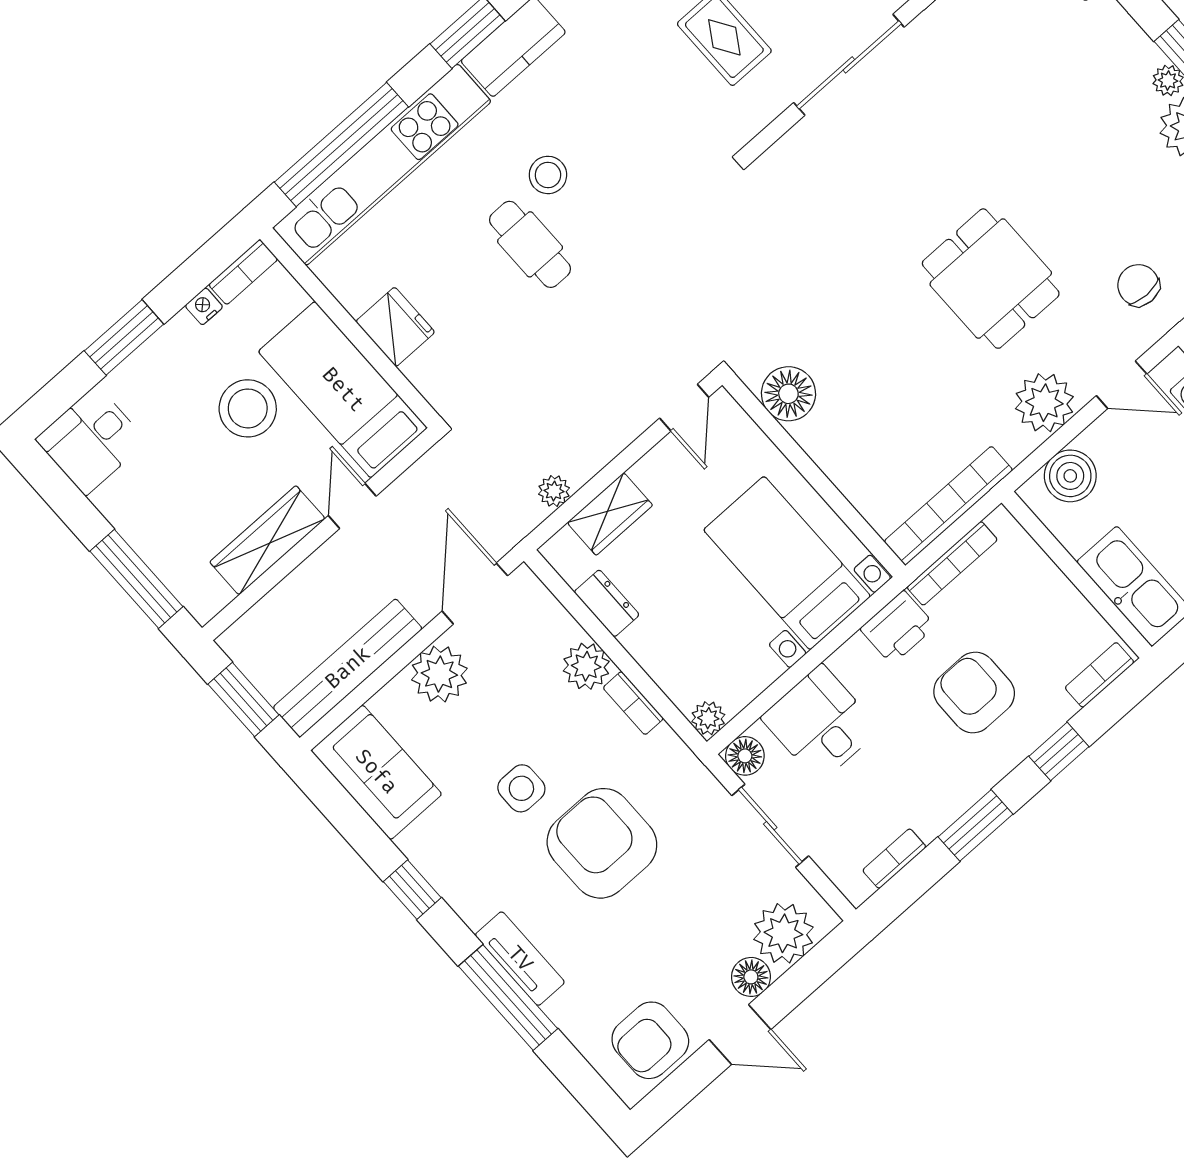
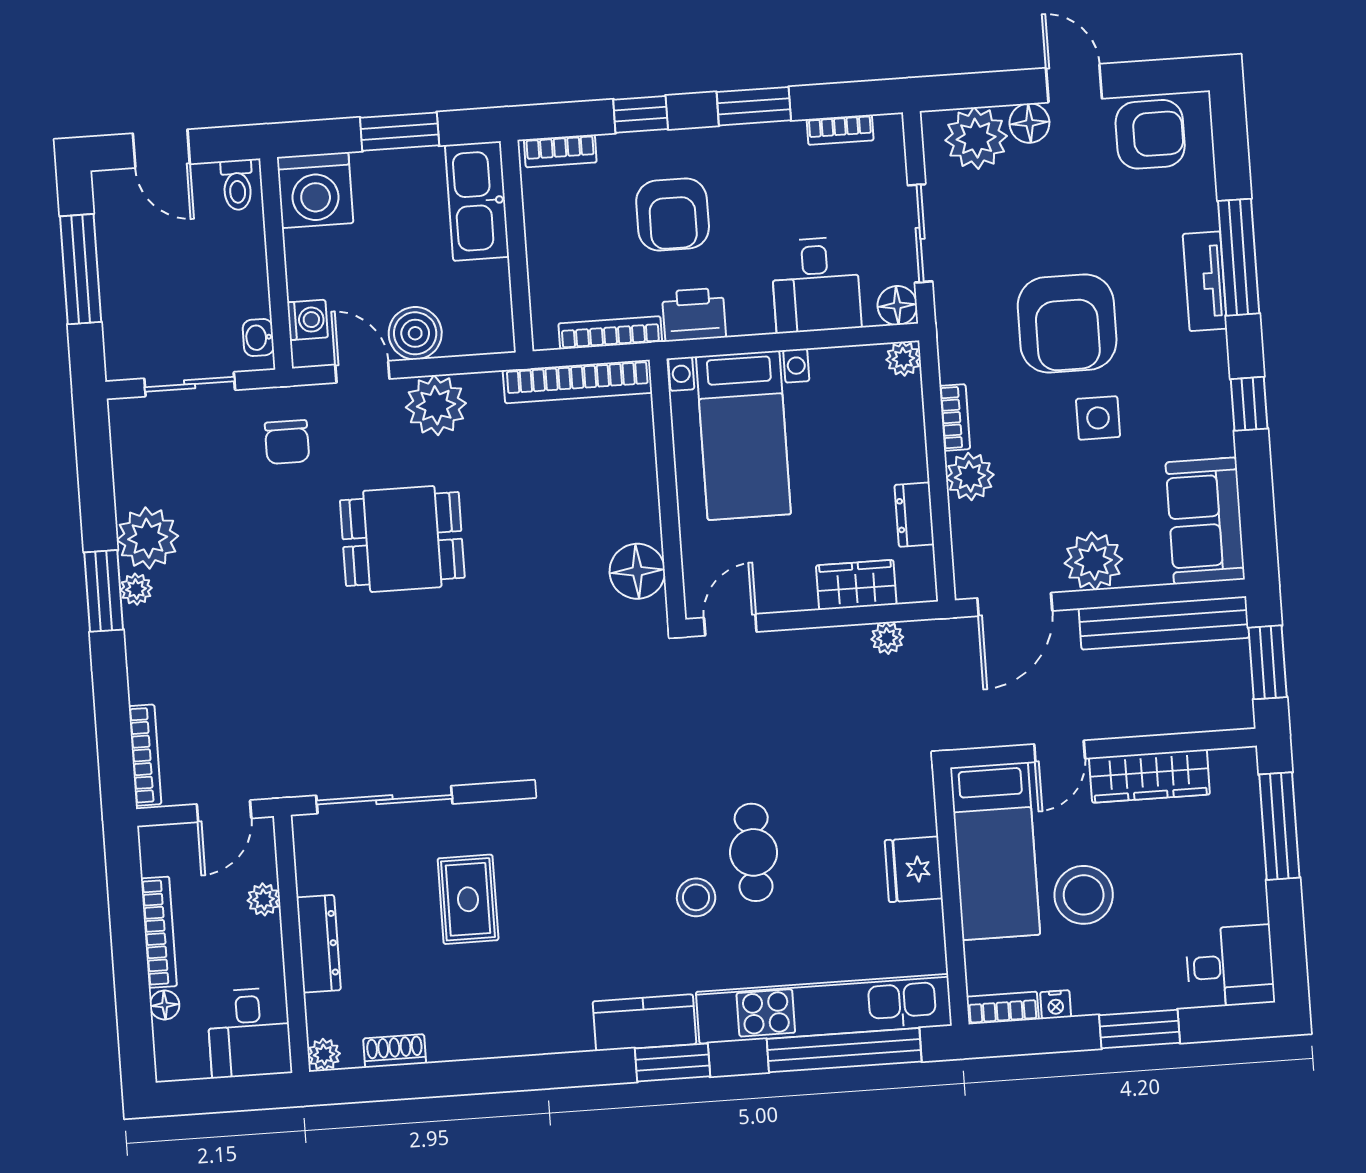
dining table: (991, 279) -> (402, 539), turned 90
boiler: (1070, 476) -> (415, 333), moved

